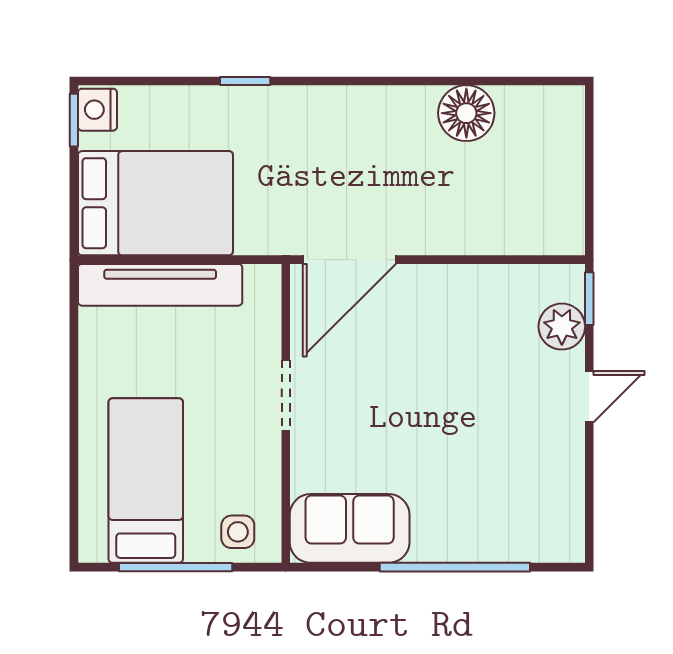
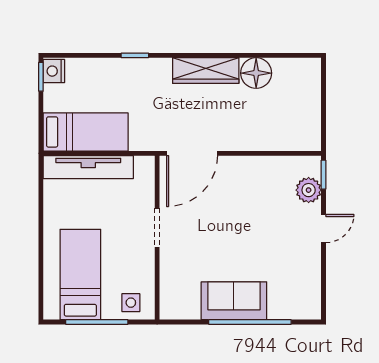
wardrobe: (374, 108) -> (206, 70), added
bed: (155, 203) -> (86, 132), width x0.67
sofa: (350, 528) -> (234, 301), moved

